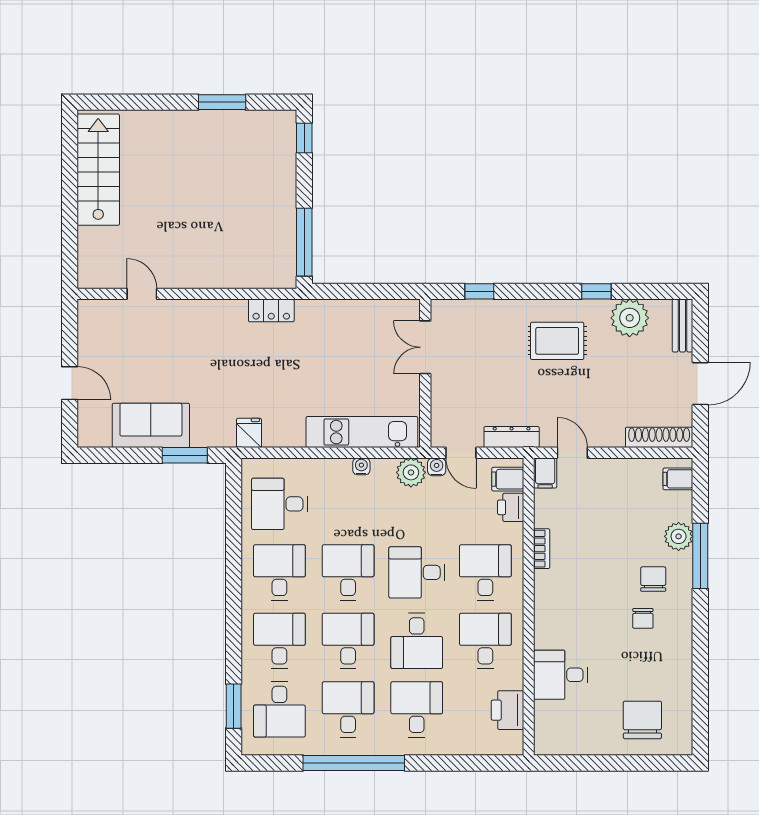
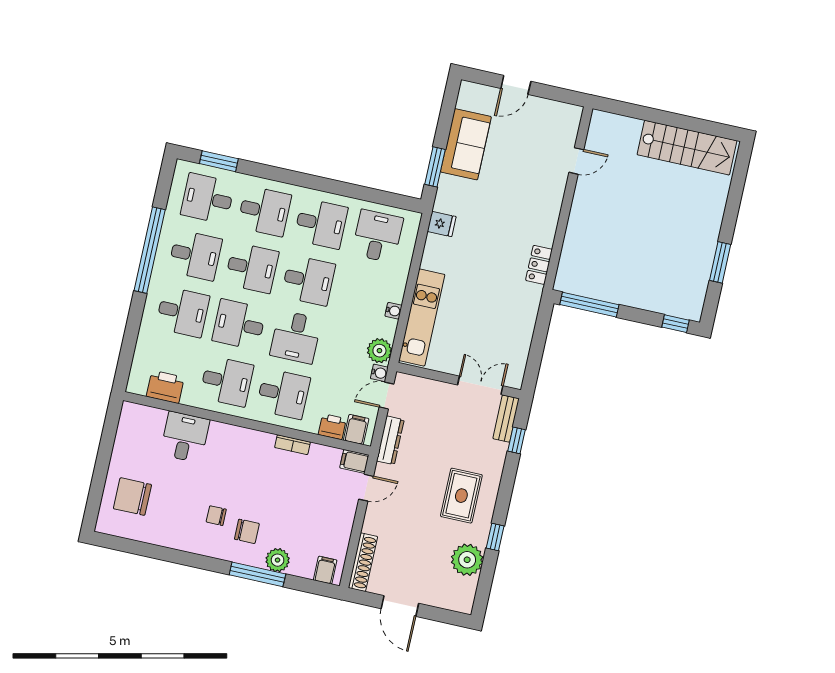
bench: (682, 326) -> (506, 419), moved, turned 90
desk: (417, 572) -> (296, 337), turned 180
chair: (642, 720) -> (132, 497), turned 180

